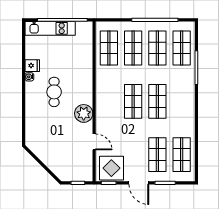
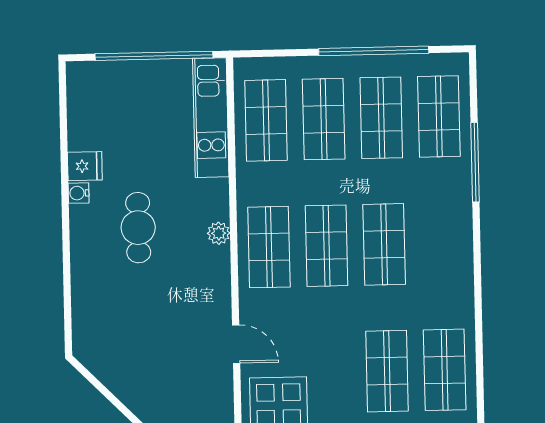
kitchen unit: (50, 28) -> (211, 118), moved, turned 90
shop shelf: (109, 101) -> (269, 247), added
plant: (84, 113) -> (219, 233), moved, width x0.53, depth x0.53

